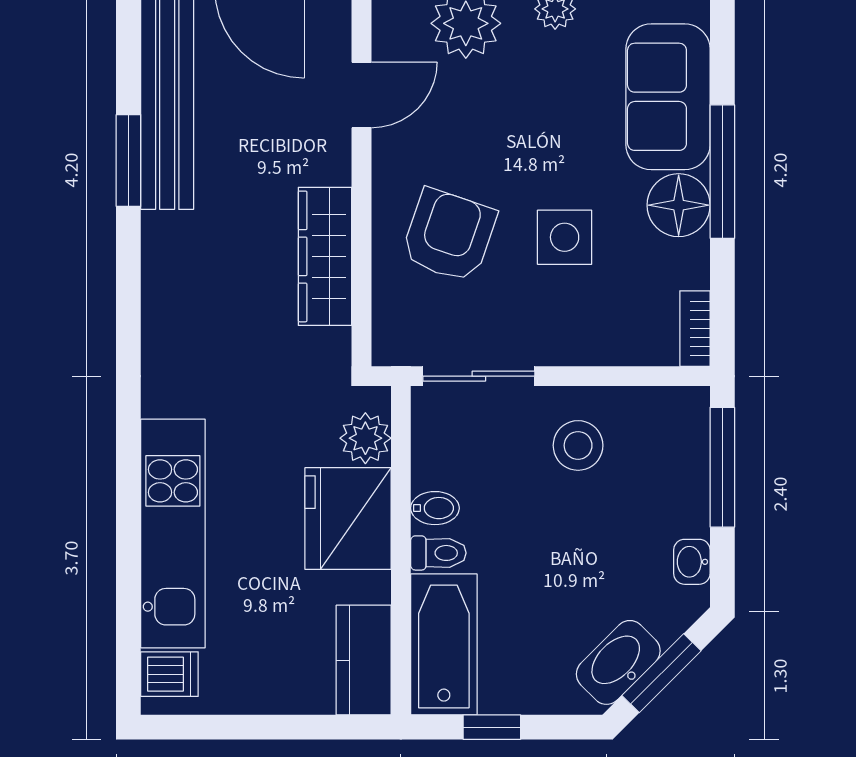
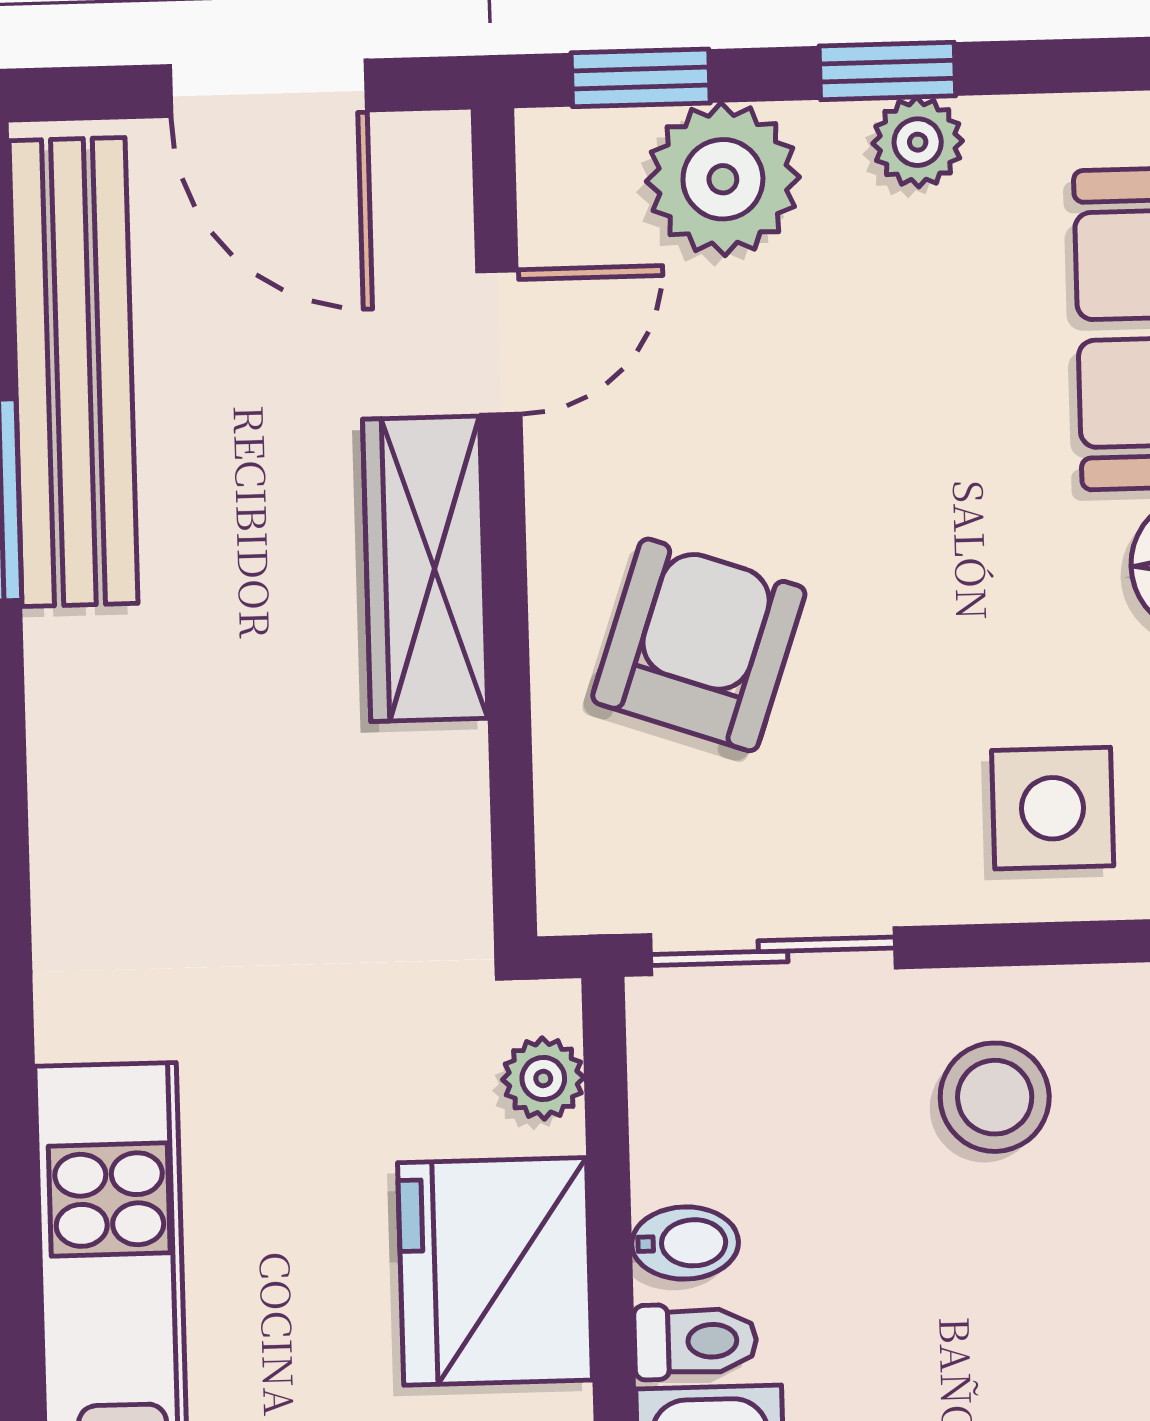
side table: (565, 237) -> (1053, 808), moved
wardrobe: (325, 256) -> (425, 569), moved
plant: (365, 438) -> (543, 1078), width x0.73, depth x0.73

